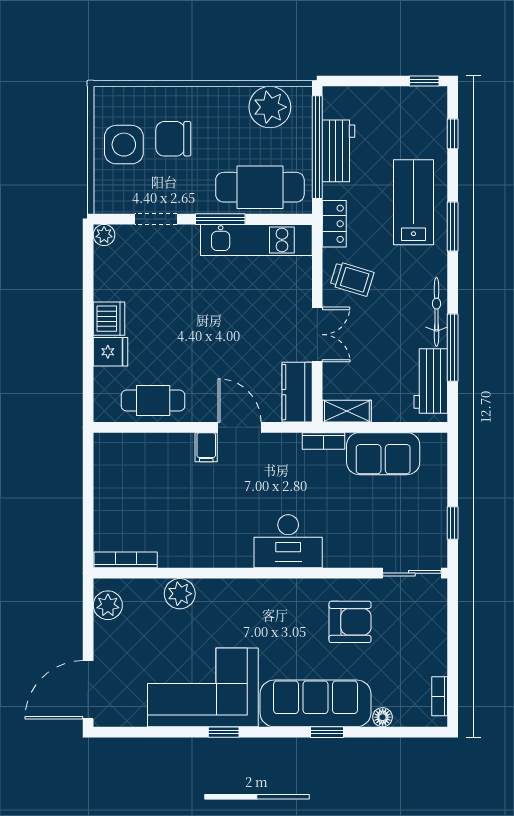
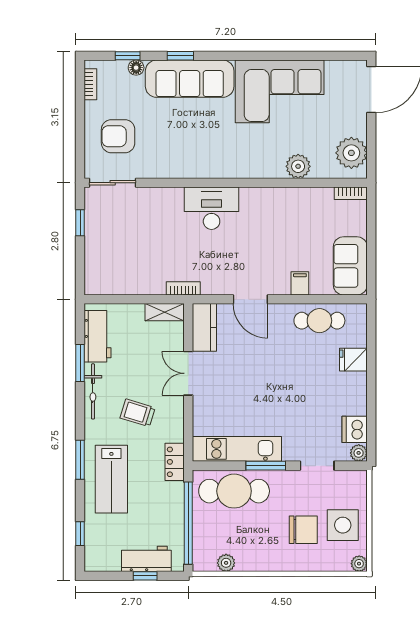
window: (424, 81) -> (145, 576), moved
plant: (103, 96) -> (359, 564), added
plant: (270, 107) -> (226, 563), width x0.53, depth x0.53
workbench: (339, 151) -> (146, 559), moved, turned 90
trolley: (352, 279) -> (138, 413), moved
dishwasher: (109, 319) -> (355, 429), moved
window: (453, 348) -> (80, 363), width x0.69
filing cabinet: (206, 447) -> (300, 283), moved
sofa: (383, 454) -> (350, 266), moved, turned -90
bookcase: (126, 560) -> (350, 193), width x0.64
plant: (108, 605) -> (351, 153), width x1.36, depth x1.36
armchair: (350, 622) -> (118, 136), moved
window: (224, 732) -> (128, 56), moved

